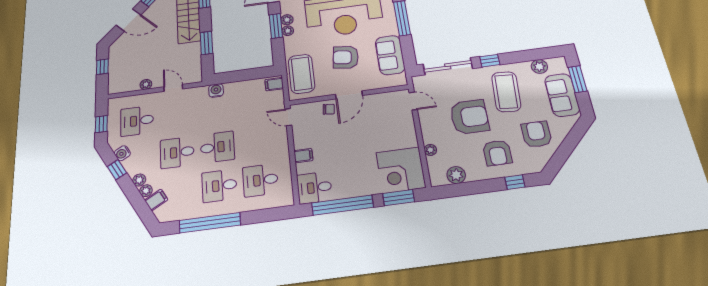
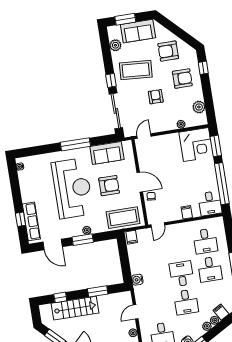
plant: (287, 20) -> (77, 232), removed
armchair: (346, 57) -> (109, 186), turned -97
armchair: (469, 117) -> (156, 97), width x0.53, depth x0.53

